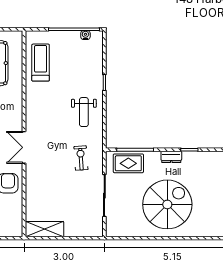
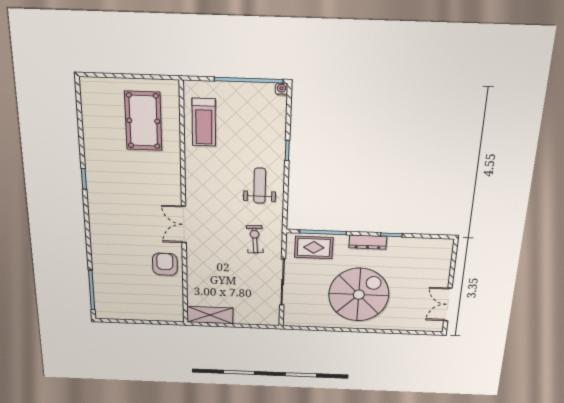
water cooler: (85, 35) -> (281, 89), moved
treadmill: (41, 63) -> (204, 122), turned 180
weight bench: (84, 112) -> (260, 186), turned 180
dresser: (171, 157) -> (368, 242), width x1.44

